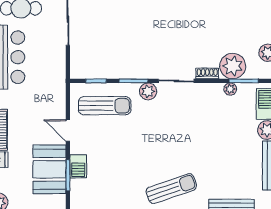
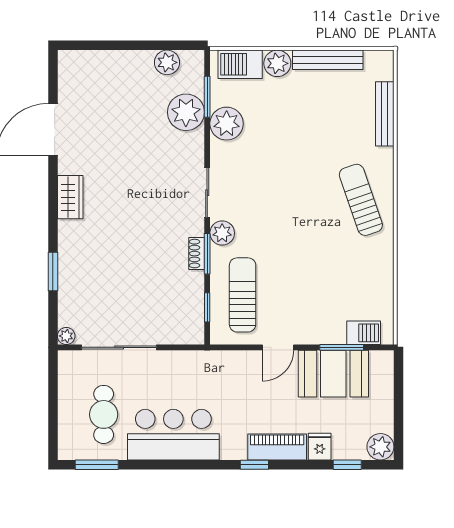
shoe rack: (207, 73) -> (197, 254), moved
plant: (230, 89) -> (227, 124), width x1.88, depth x1.88
barbecue: (78, 166) -> (364, 333), moved

